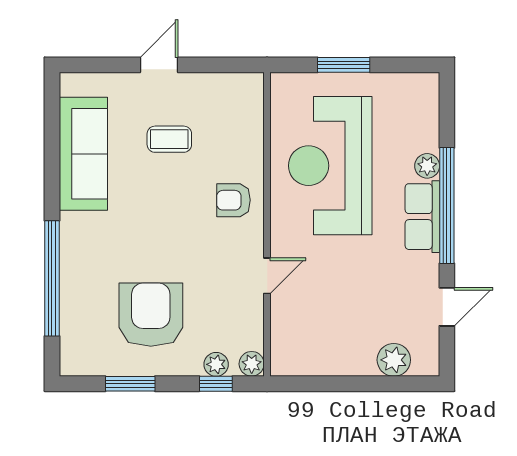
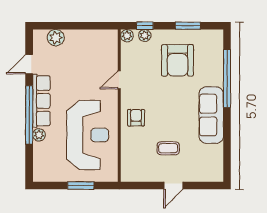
sofa: (83, 154) -> (211, 115), moved
armchair: (234, 200) -> (136, 118), turned -90
row of seats: (422, 217) -> (41, 101), width x1.48

